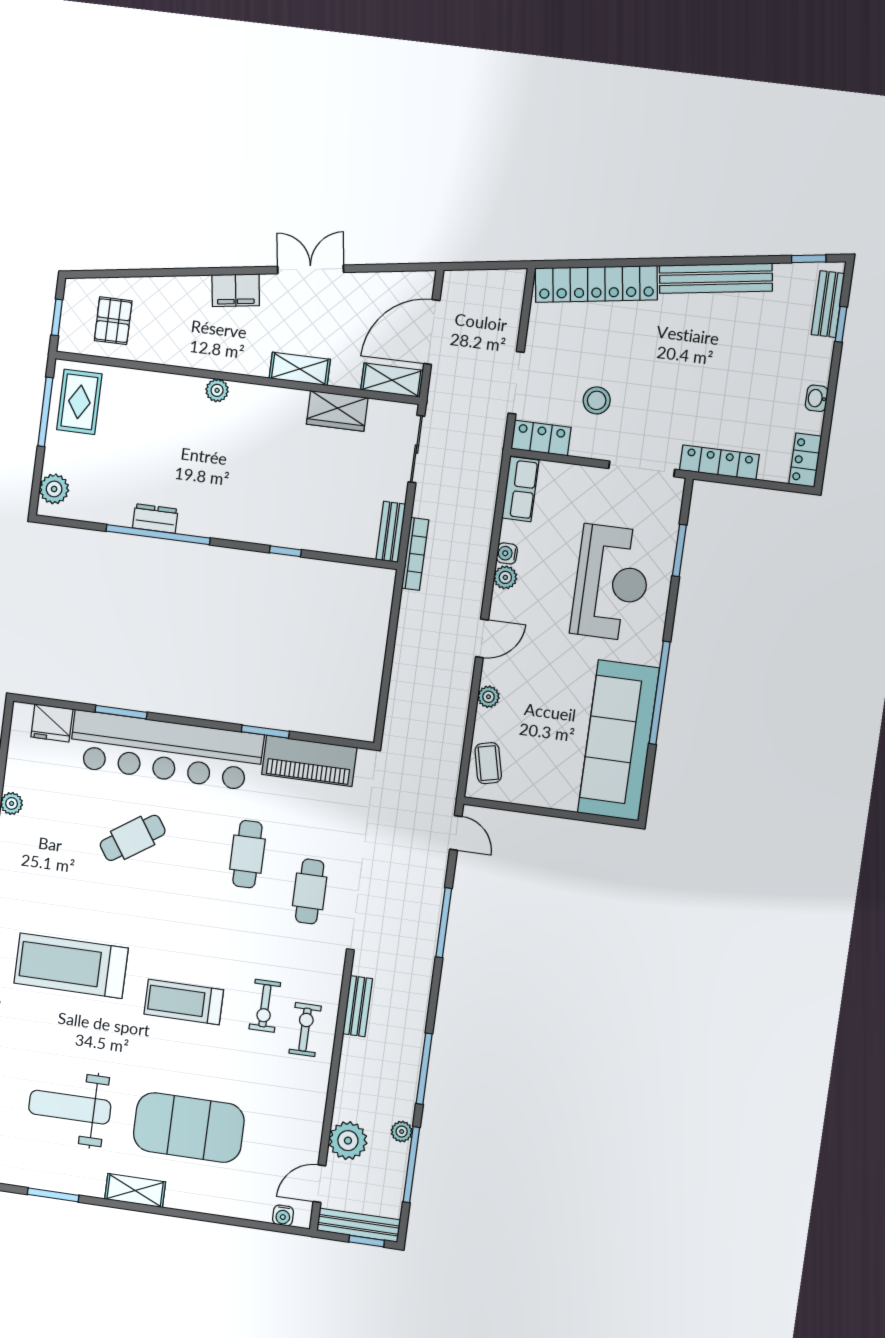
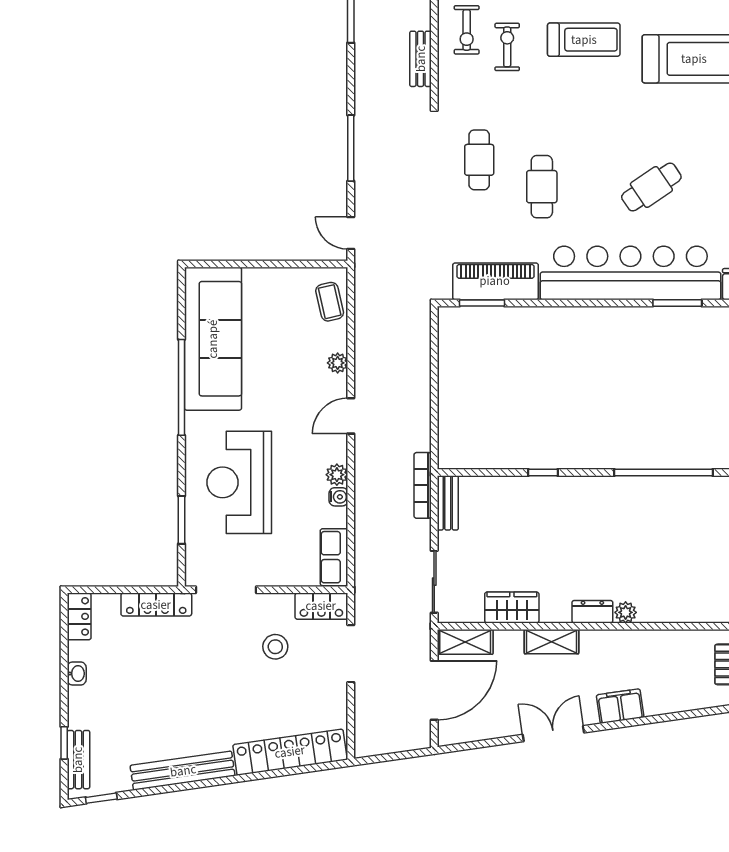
double door: (311, 269) -> (553, 734), swing flipped
dresser: (155, 518) -> (592, 612), moved, turned 180
window: (265, 732) -> (482, 303), moved

